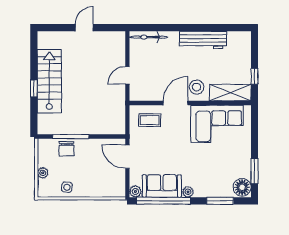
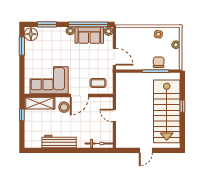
door: (127, 75) -> (114, 116), swing flipped
stairs: (49, 81) -> (167, 111), width x1.36, depth x1.51

